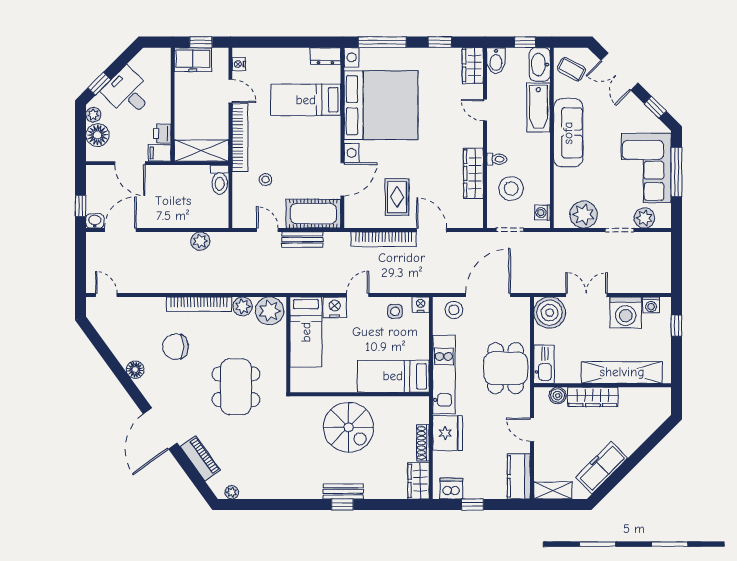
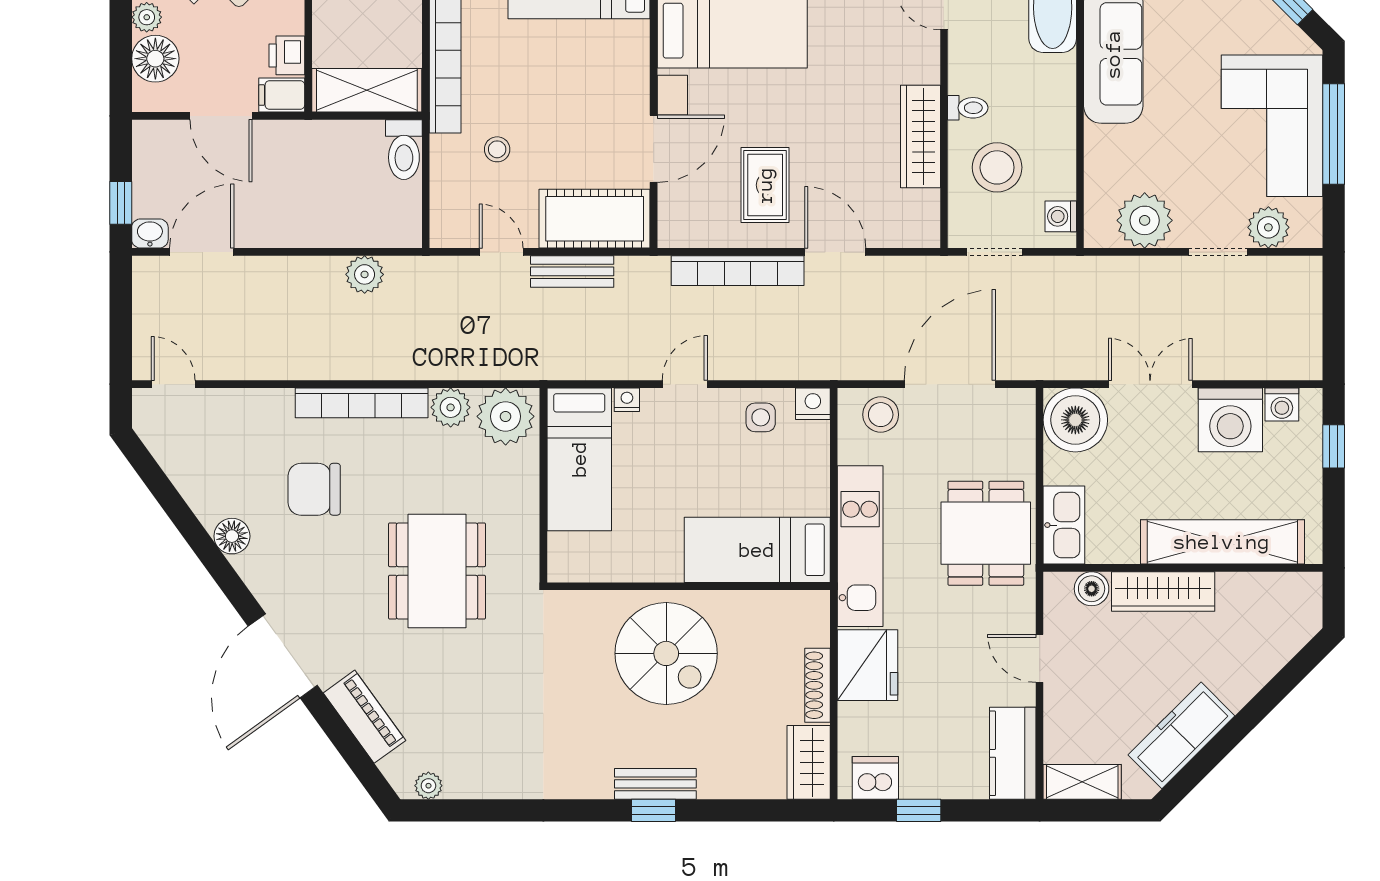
nightstand: (335, 307) -> (627, 400), width x0.53, depth x0.56

